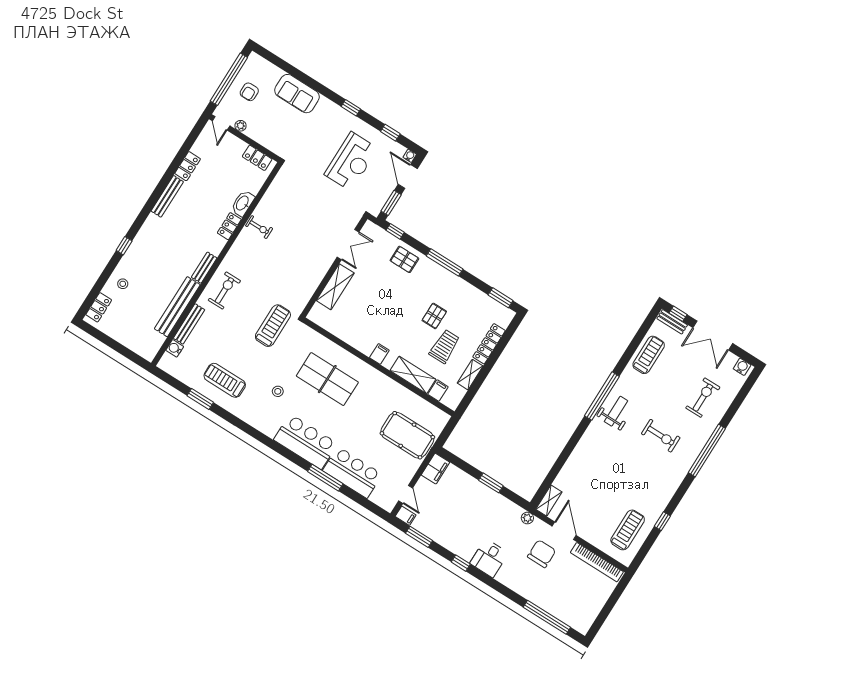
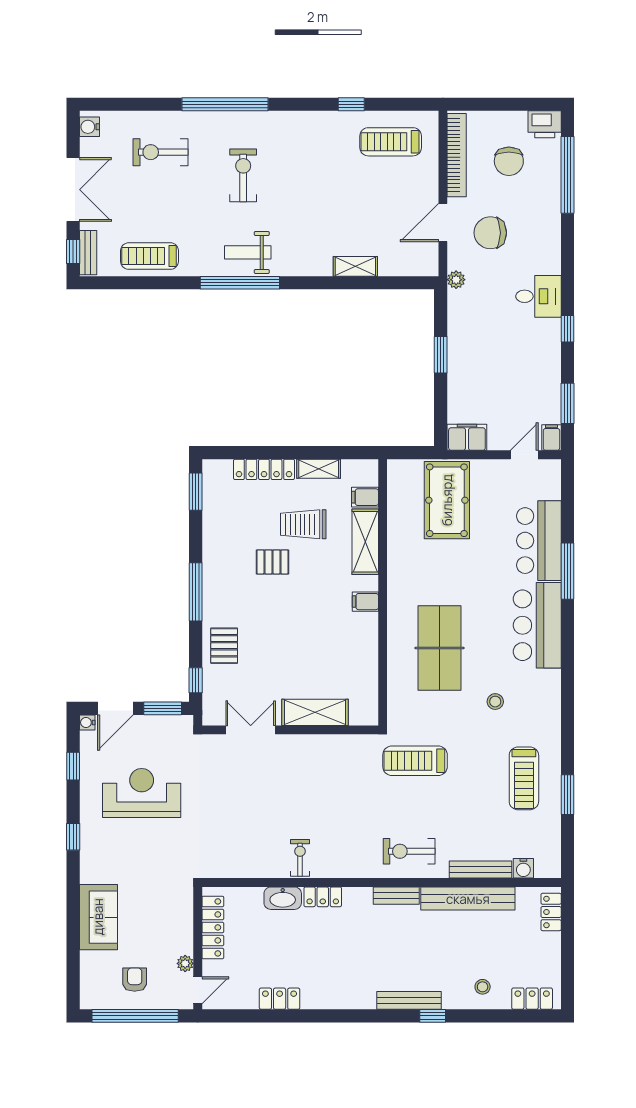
armchair: (249, 92) -> (135, 980), turned -90
locker: (257, 158) -> (213, 927), width x1.53
bench: (167, 196) -> (409, 1000), moved
locker: (140, 348) -> (551, 912), added
shelving: (549, 501) -> (355, 266), moved
chair: (575, 589) -> (509, 161), added
printer: (583, 622) -> (545, 124), added

